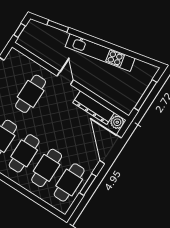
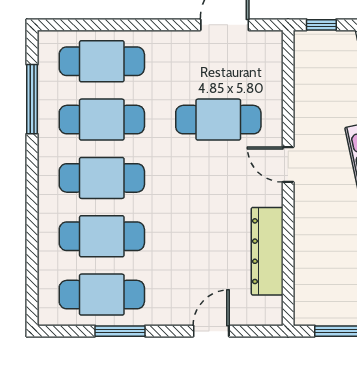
door: (65, 78) -> (288, 164), swing flipped
plant: (117, 122) -> (269, 312), removed
door: (110, 149) -> (211, 331), width x0.53

